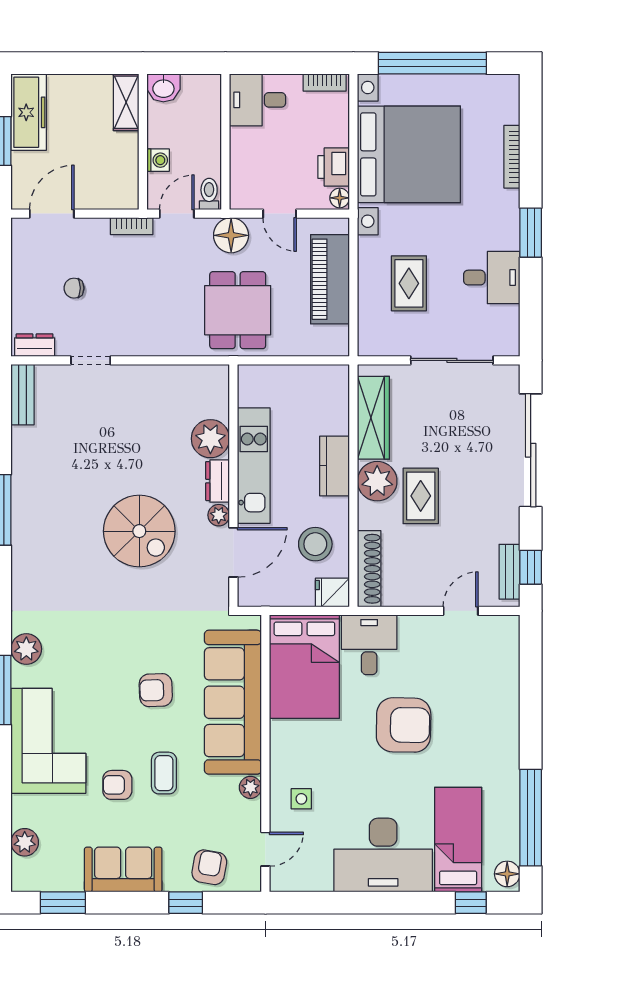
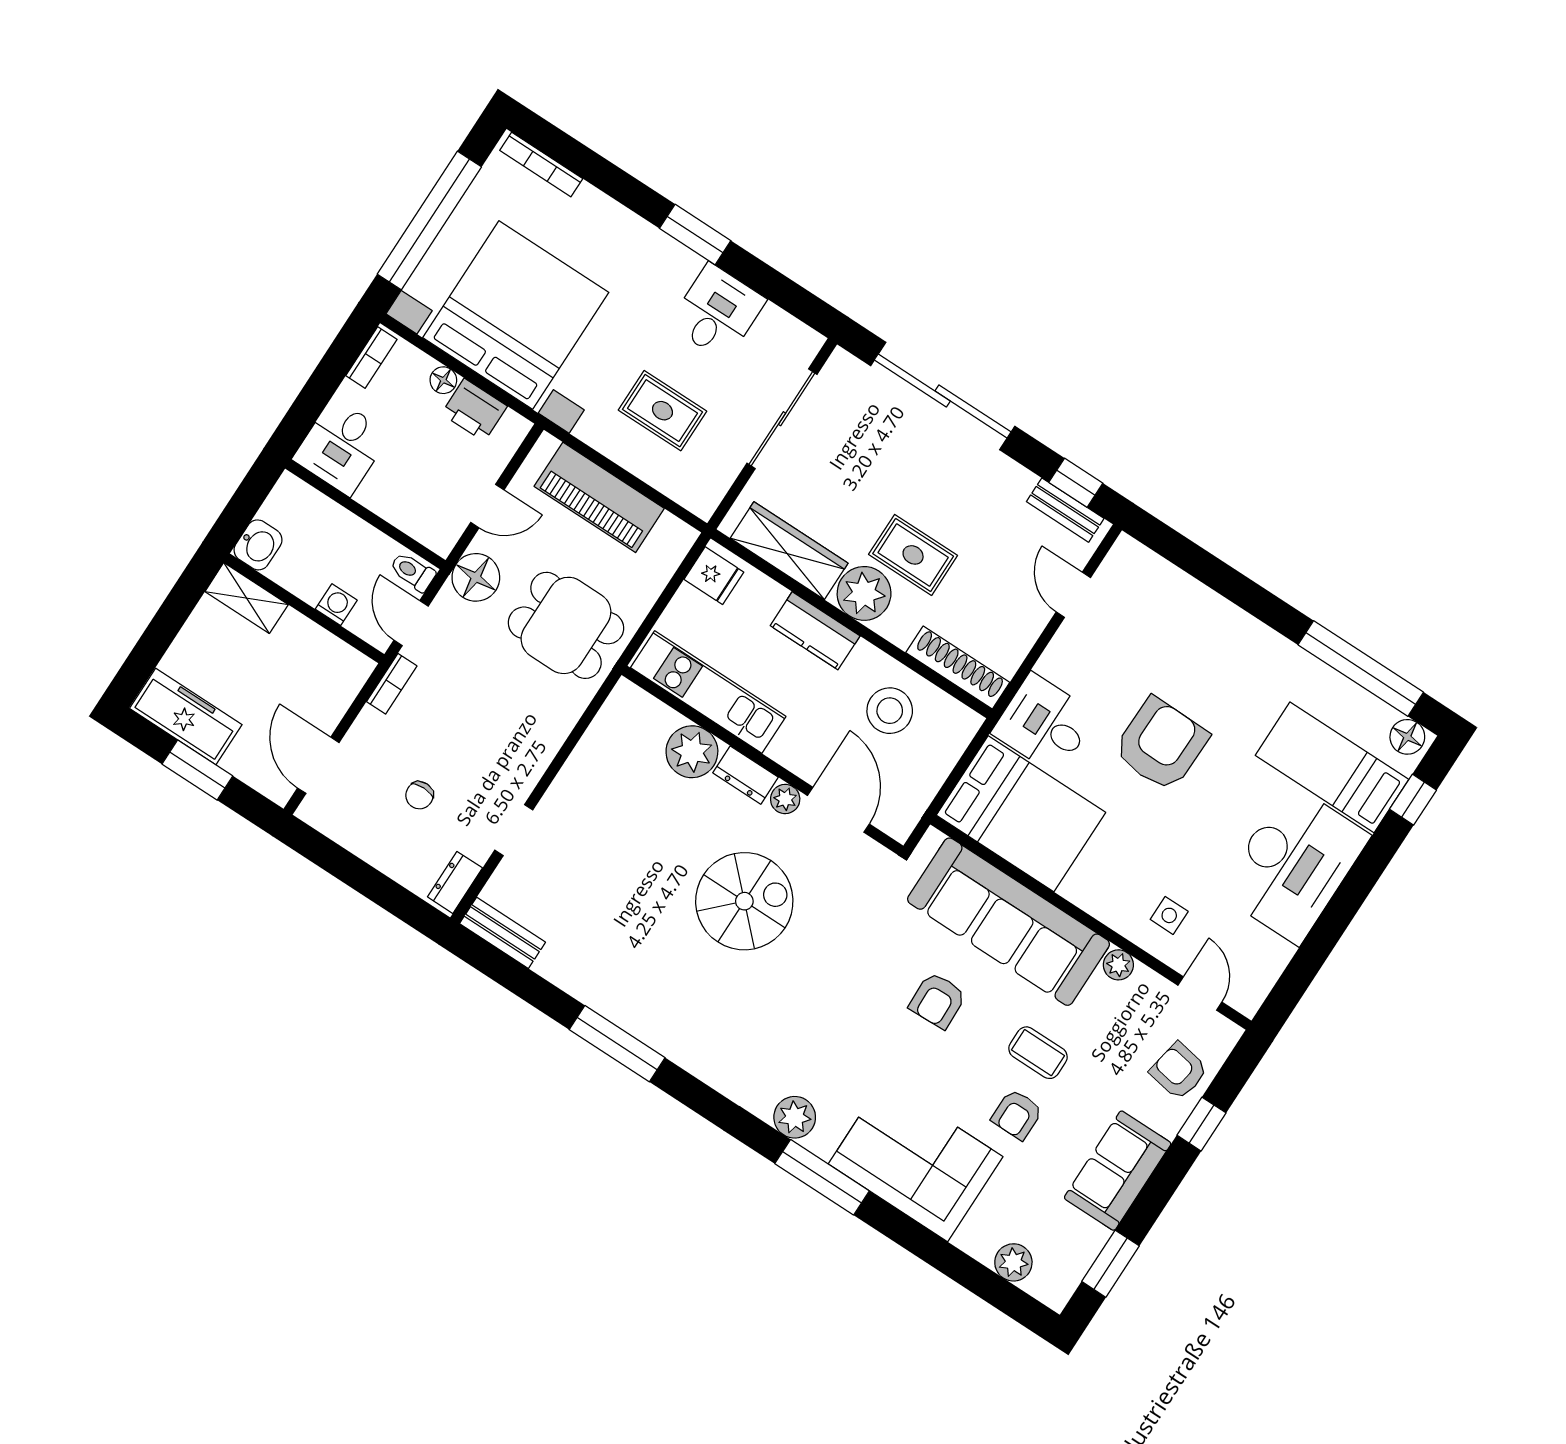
bookcase: (512, 157) -> (541, 165), moved
floor lamp: (340, 198) -> (443, 380), moved
kitchen unit: (254, 466) -> (708, 692), moved
fridge: (332, 592) -> (714, 576), moved, turned -90

